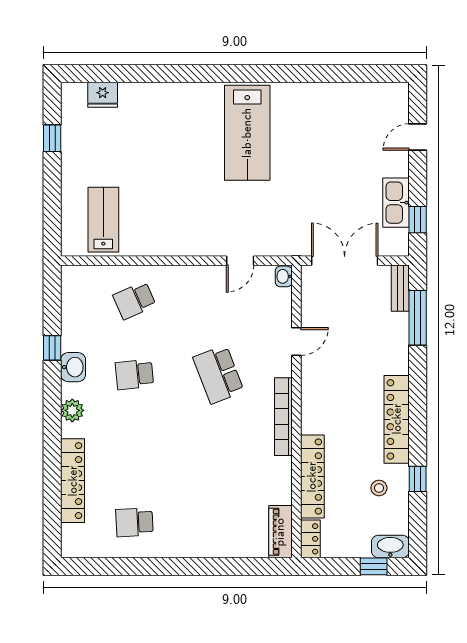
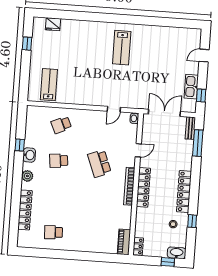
lab bench: (247, 133) -> (122, 48), width x0.73, depth x0.72
locker: (312, 477) -> (143, 187), moved

